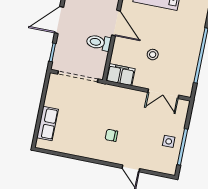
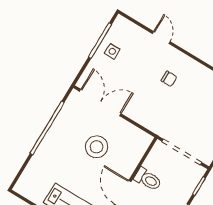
stool: (153, 55) -> (97, 147), width x1.89, depth x1.89
filing cabinet: (121, 75) -> (137, 138), removed
double door: (163, 94) -> (100, 102), width x1.37

